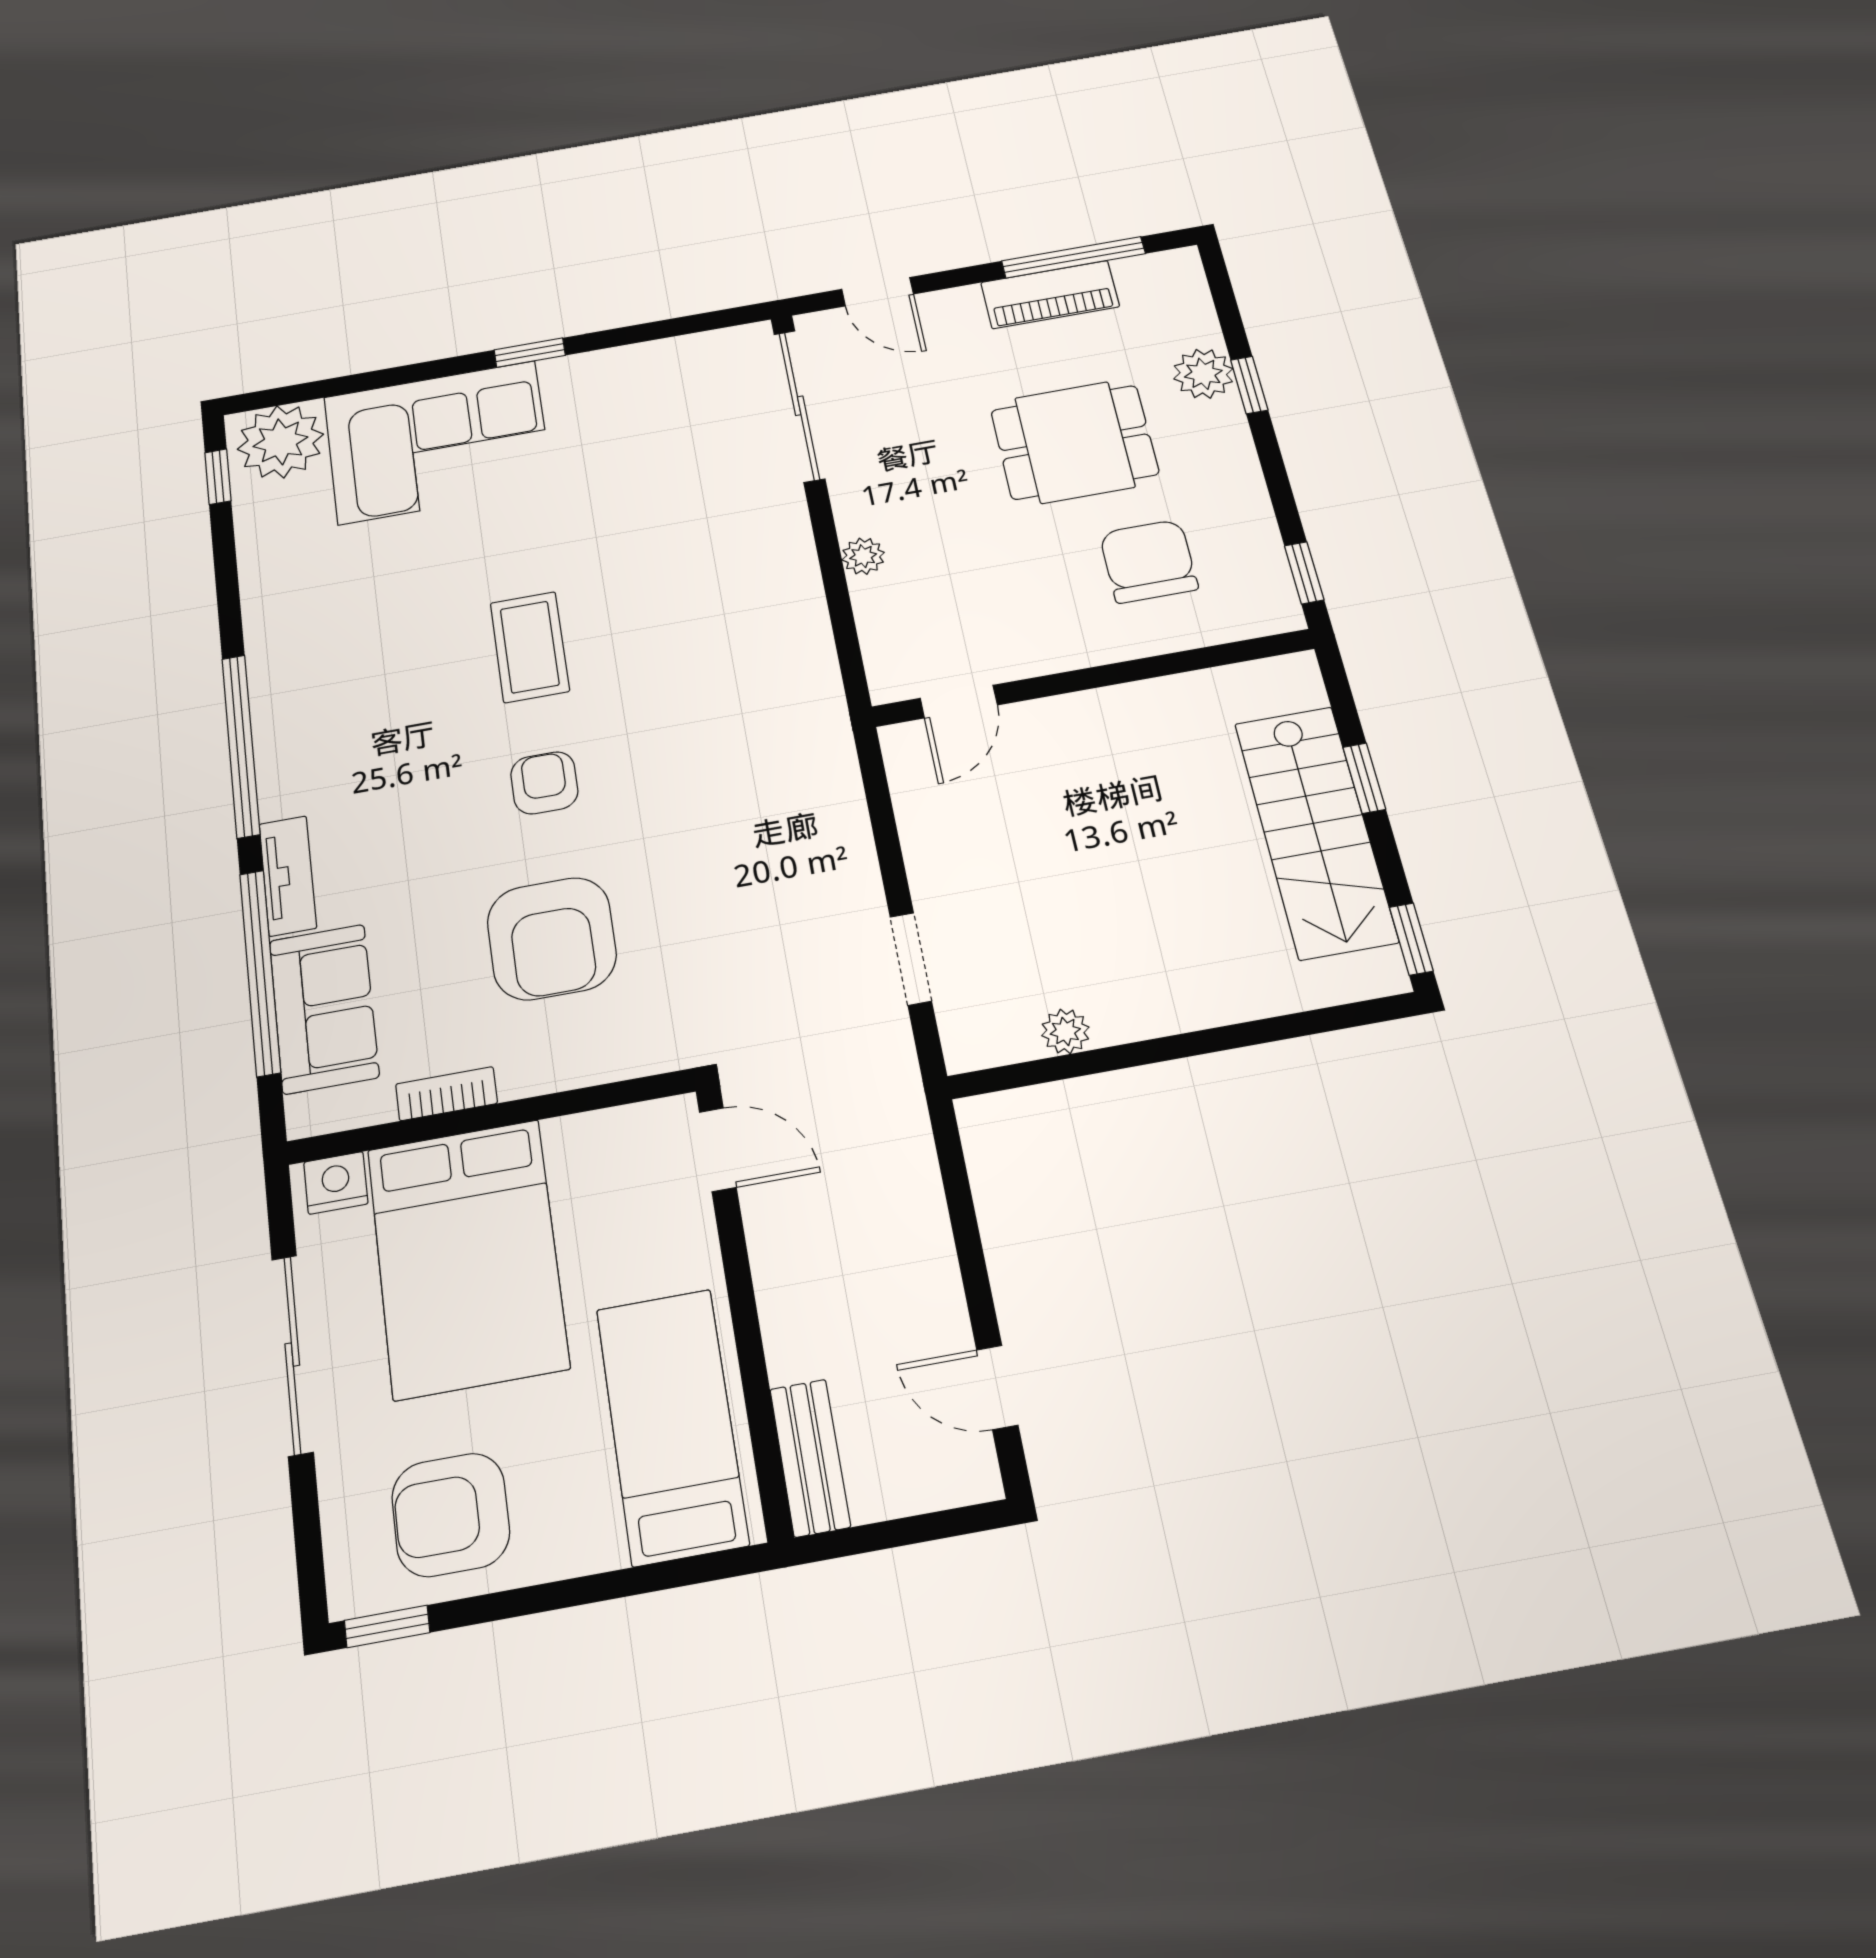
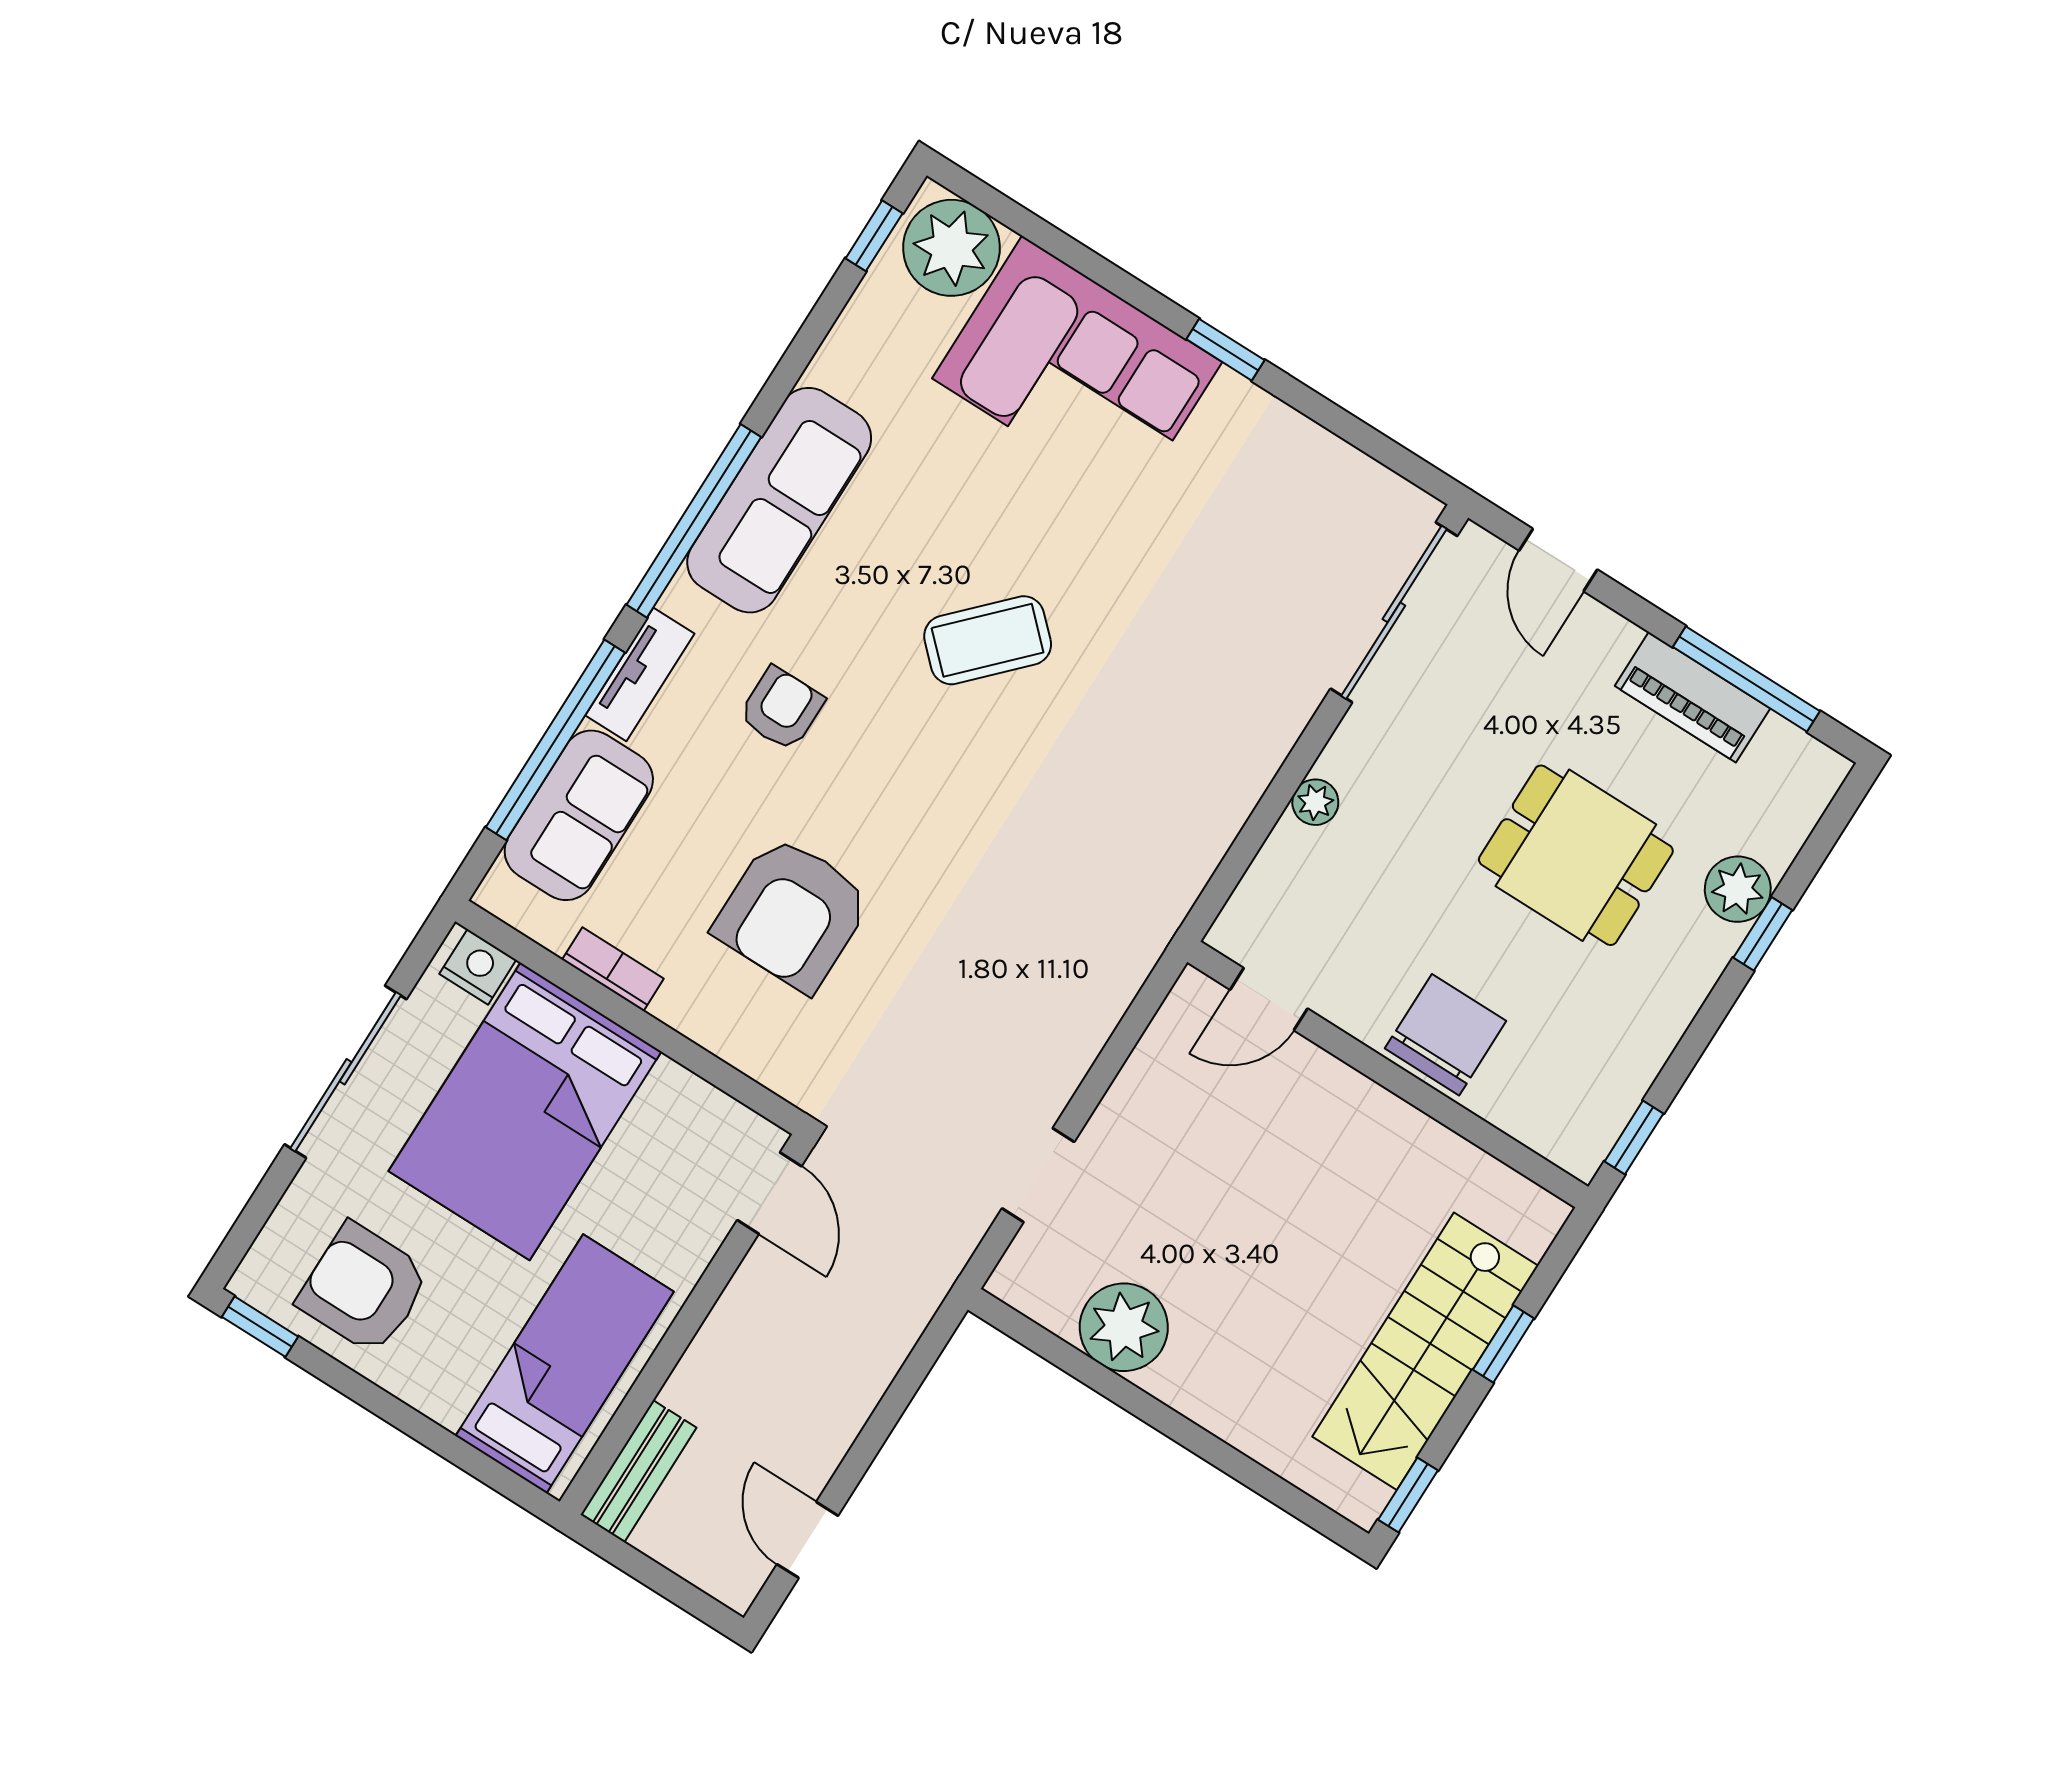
chair: (1149, 561) -> (1445, 1035), moved
coffee table: (530, 647) -> (988, 640), turned 44
sofa: (294, 683) -> (779, 500), added
armchair: (544, 783) -> (782, 709), moved
plant: (1065, 1031) -> (1124, 1327), width x1.87, depth x1.87

